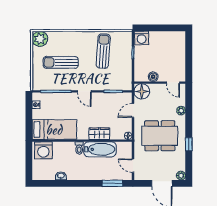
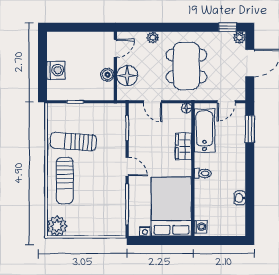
washing machine: (142, 38) -> (56, 70), moved
sun lounger: (61, 62) -> (65, 181), moved
door: (84, 91) -> (127, 167), hinge flipped
floor lamp: (142, 91) -> (127, 76), moved
bed: (54, 130) -> (171, 206), width x1.50
window: (189, 144) -> (227, 27), moved
bathtub: (100, 149) -> (204, 131), moved
washing machine: (43, 150) -> (200, 227), width x0.53, depth x0.53

